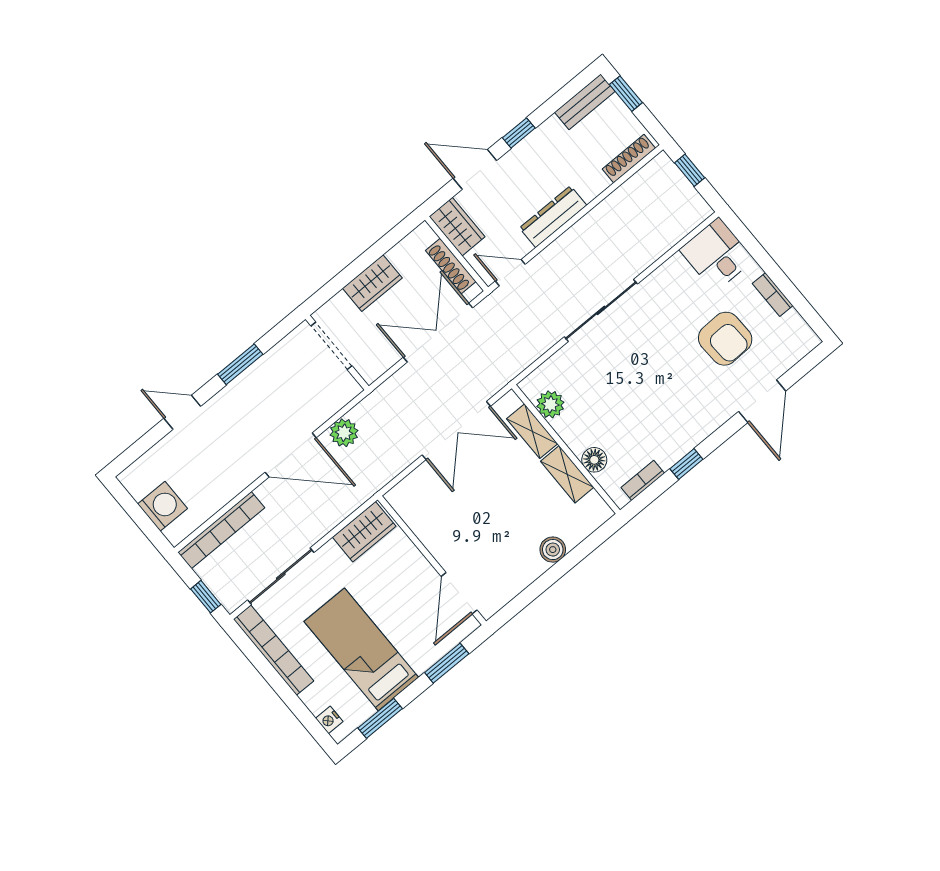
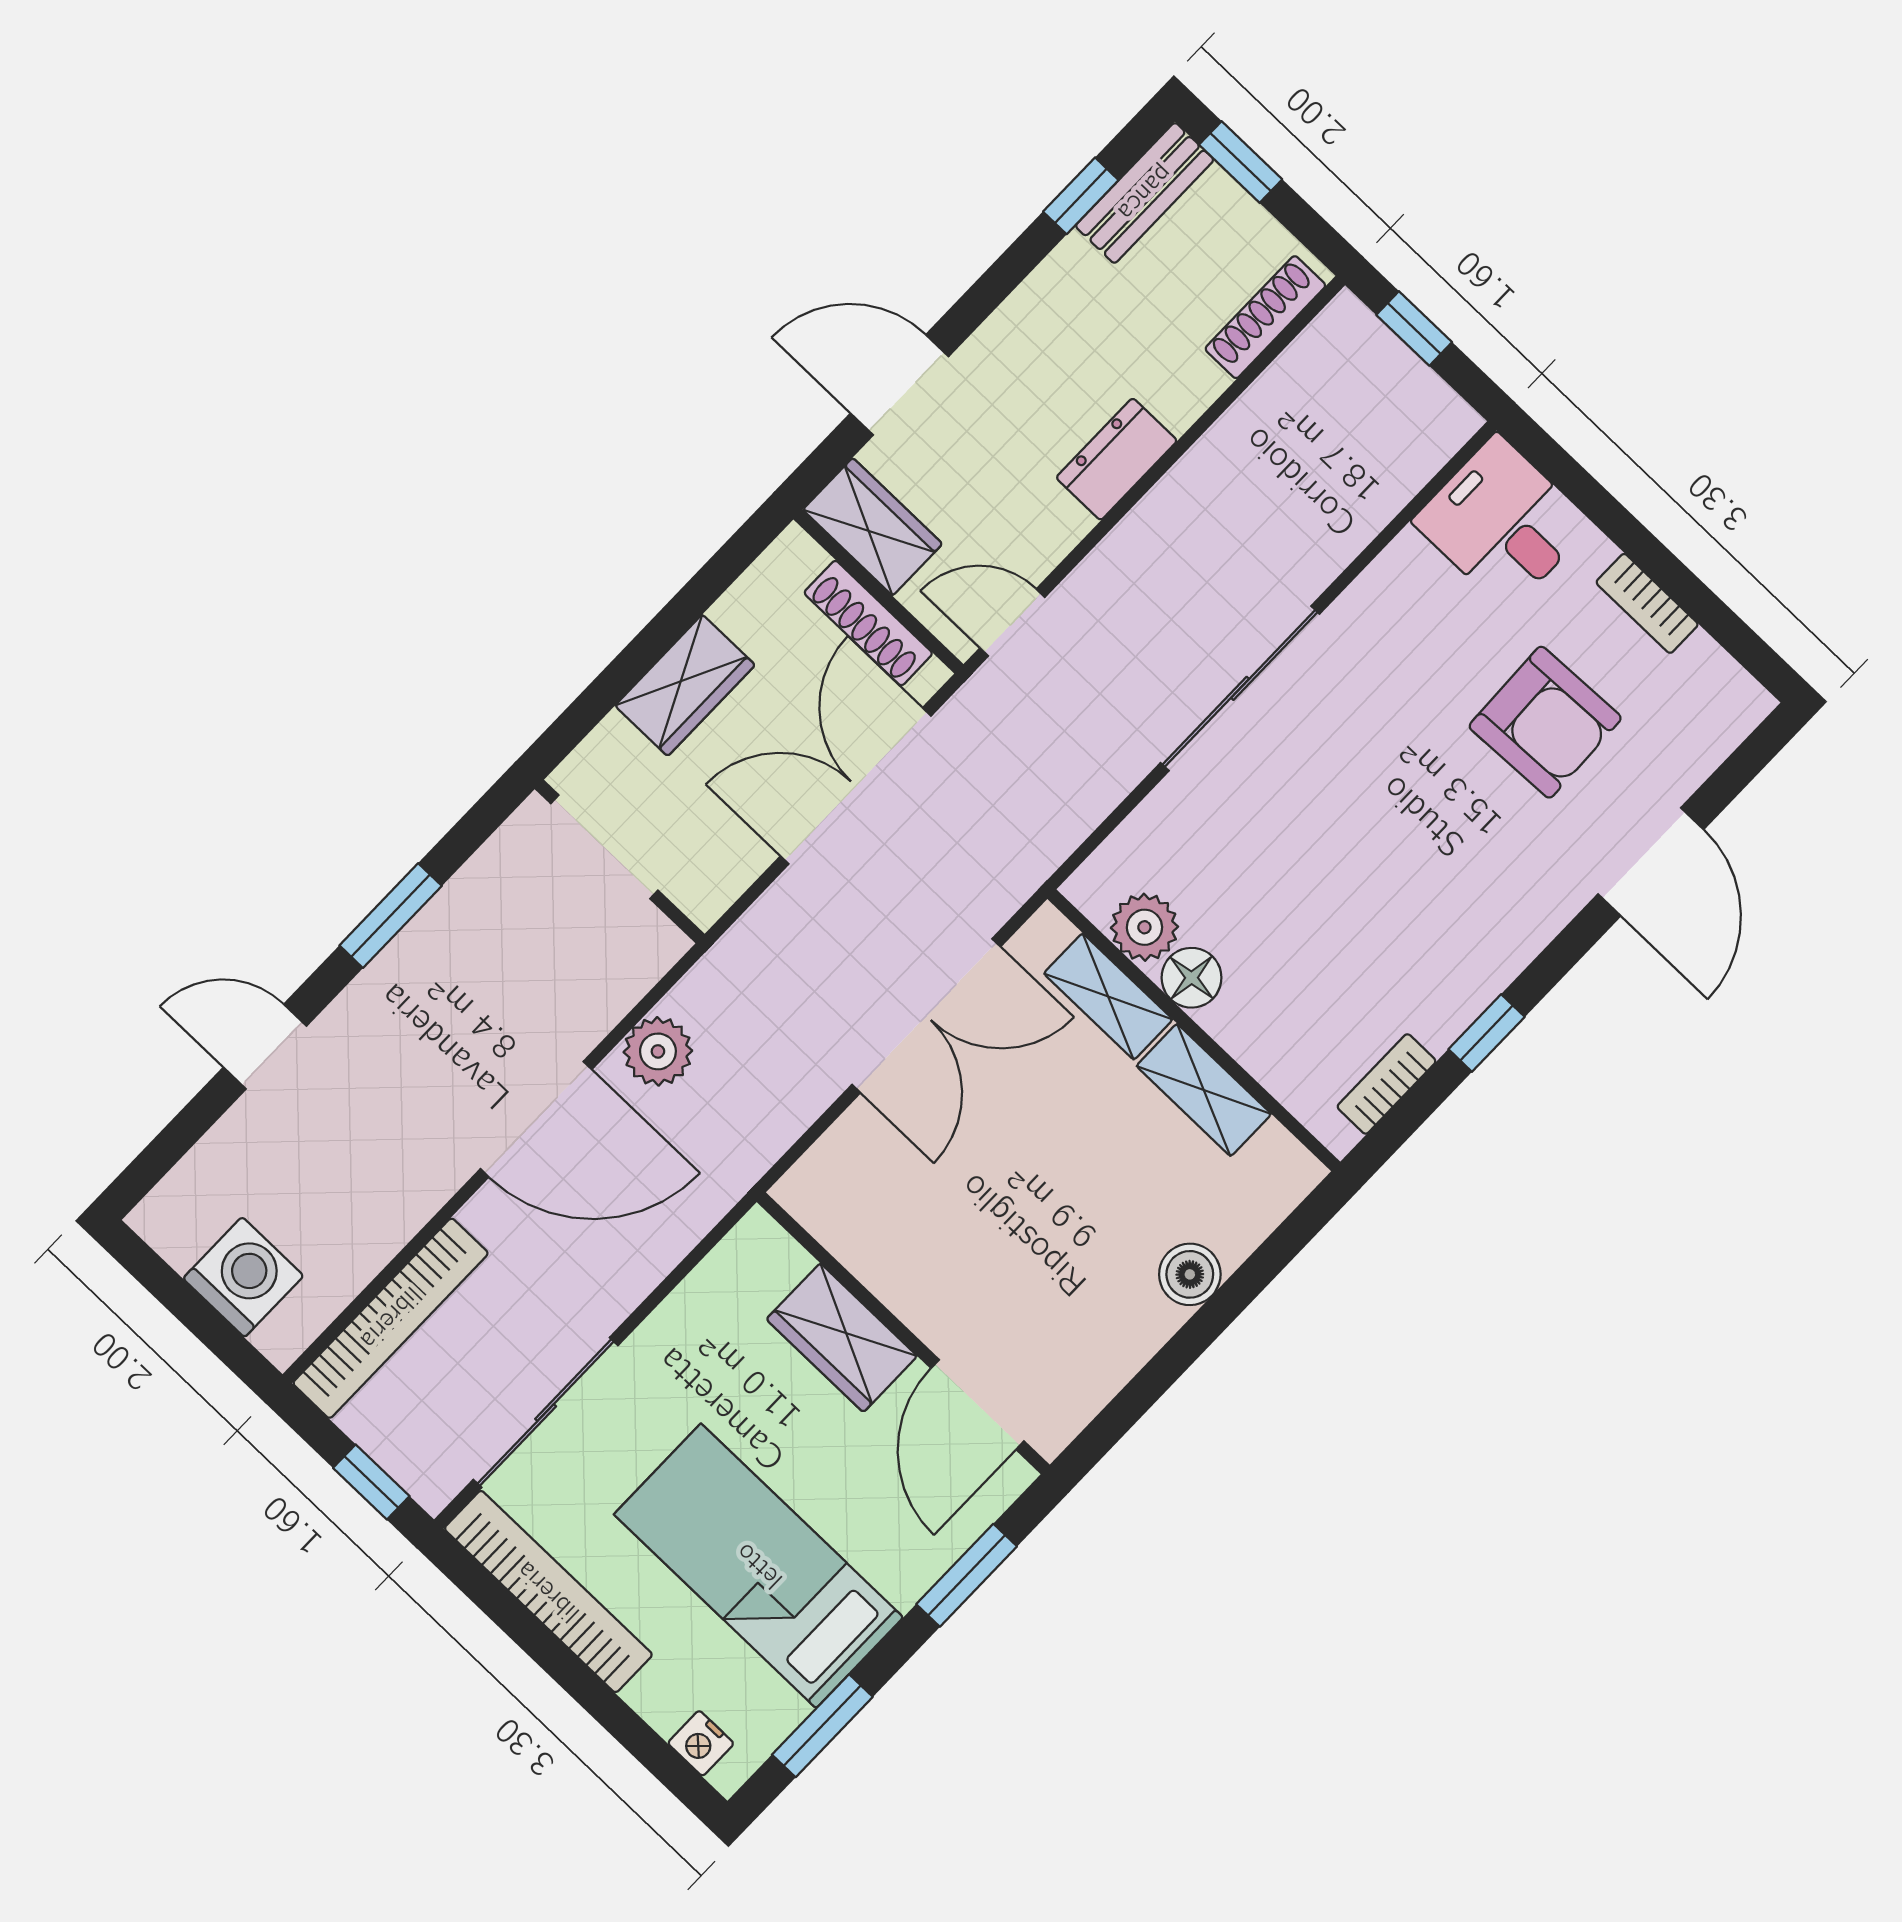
window: (519, 133) -> (1081, 196), moved
dresser: (553, 217) -> (1117, 459), width x0.70
floor lamp: (594, 460) -> (1192, 978), moved
wardrobe: (364, 532) -> (842, 1338), moved, turned 90

